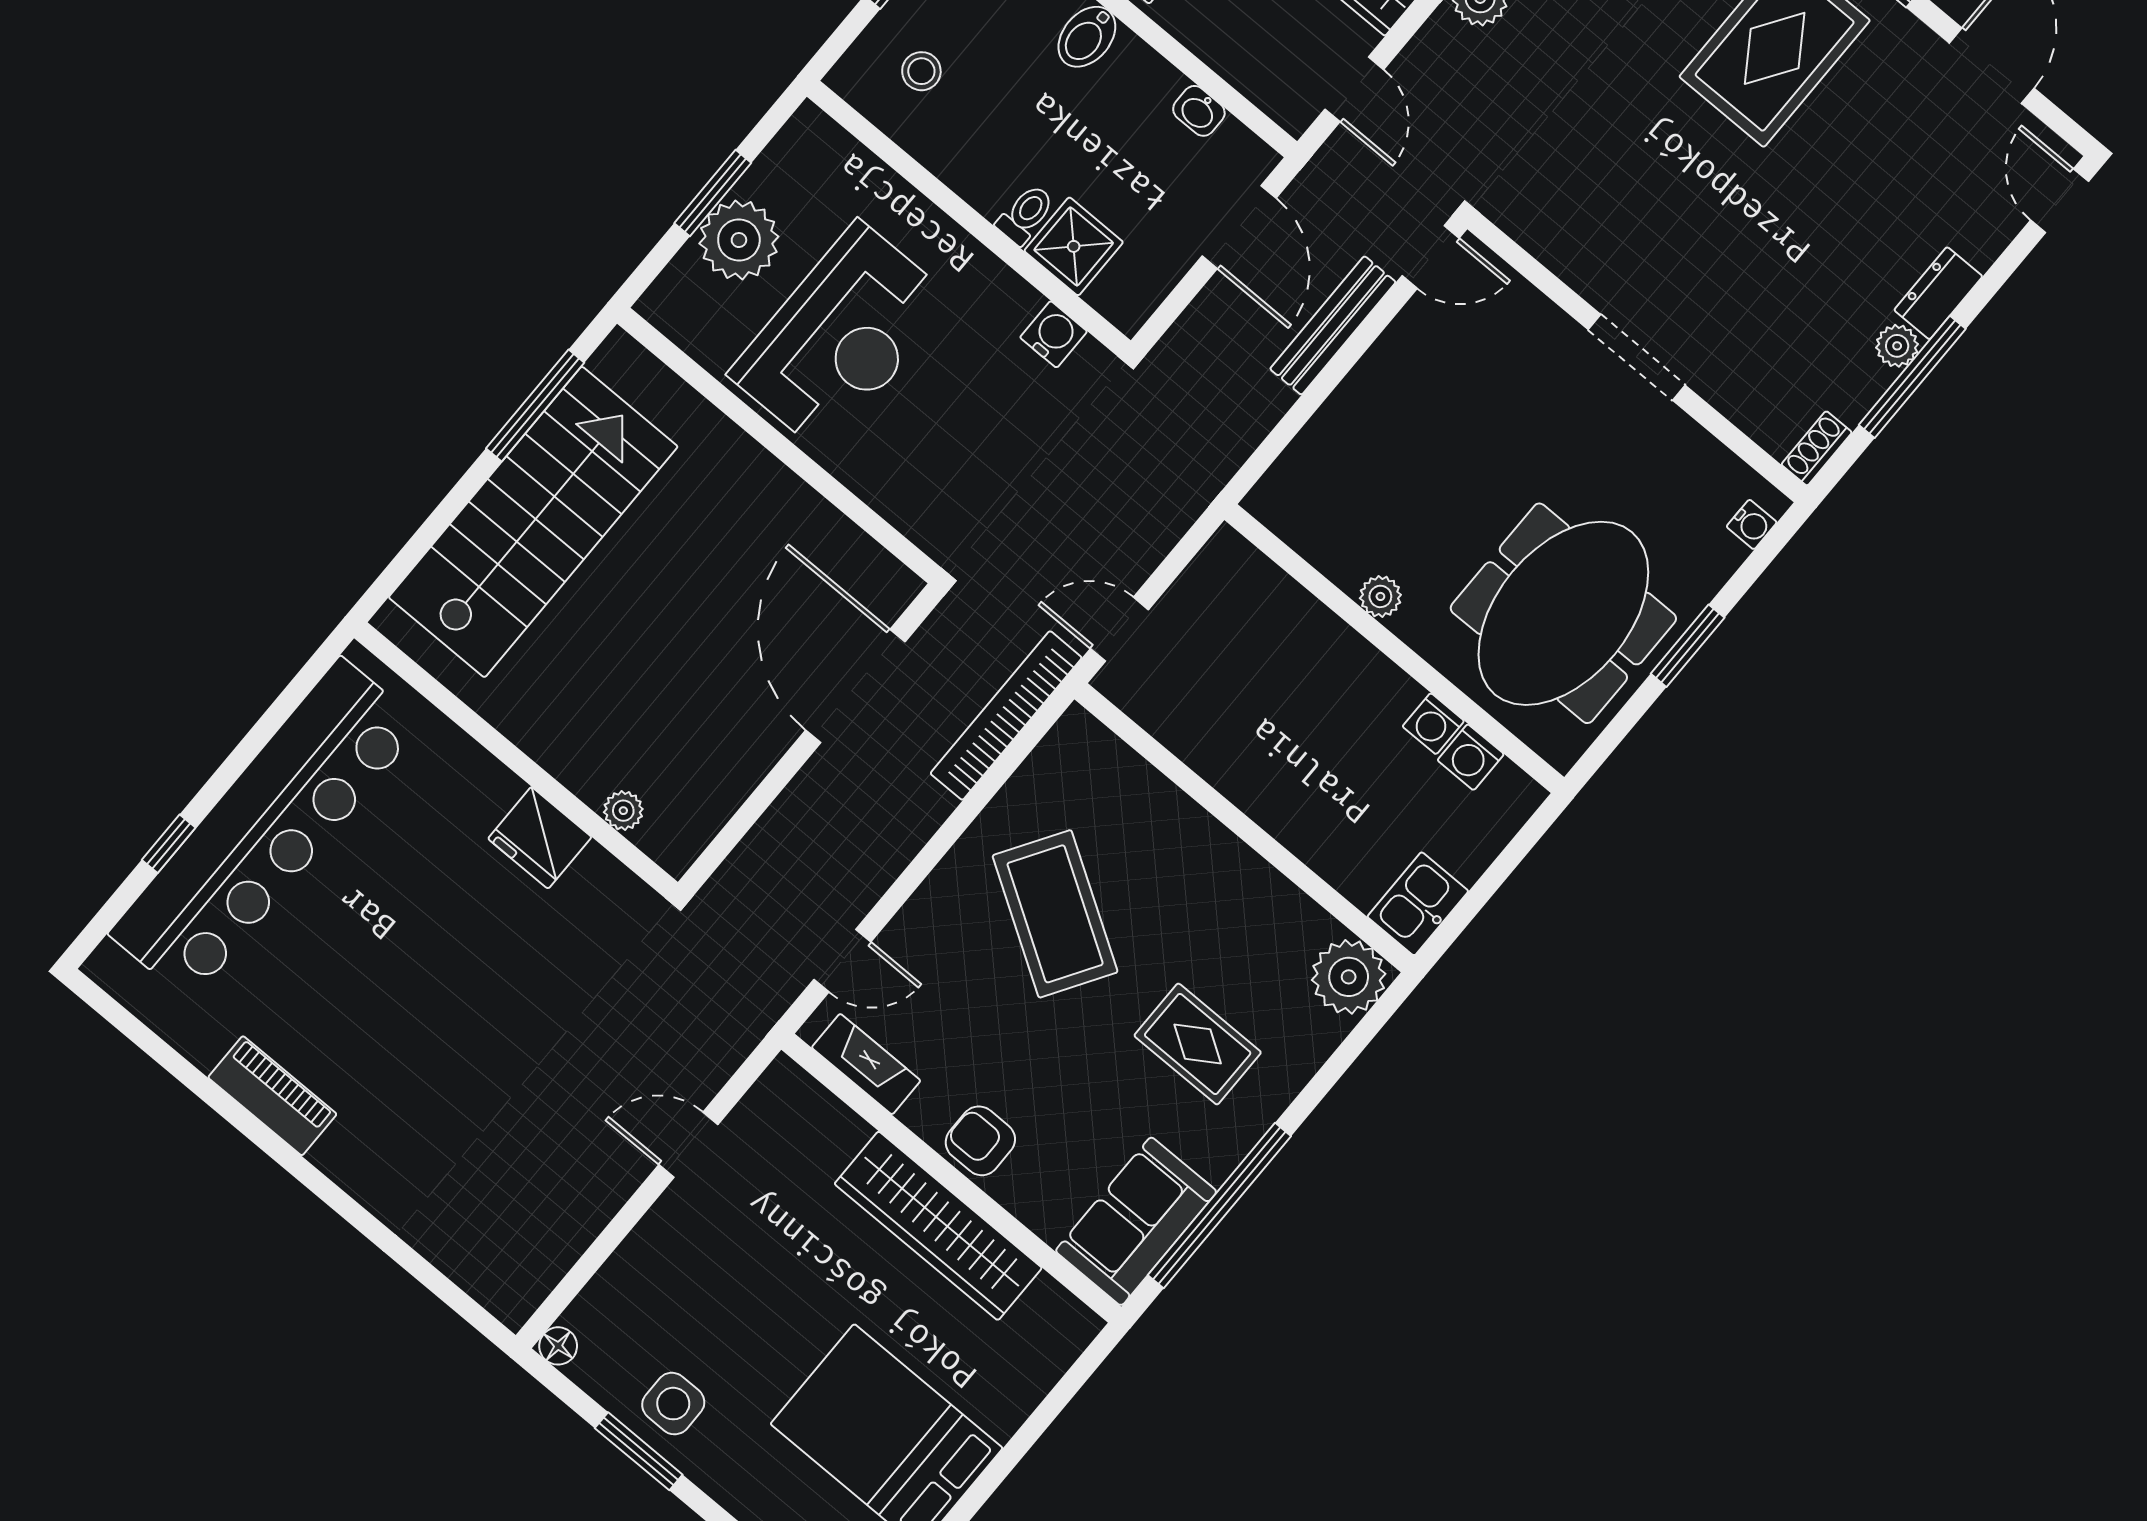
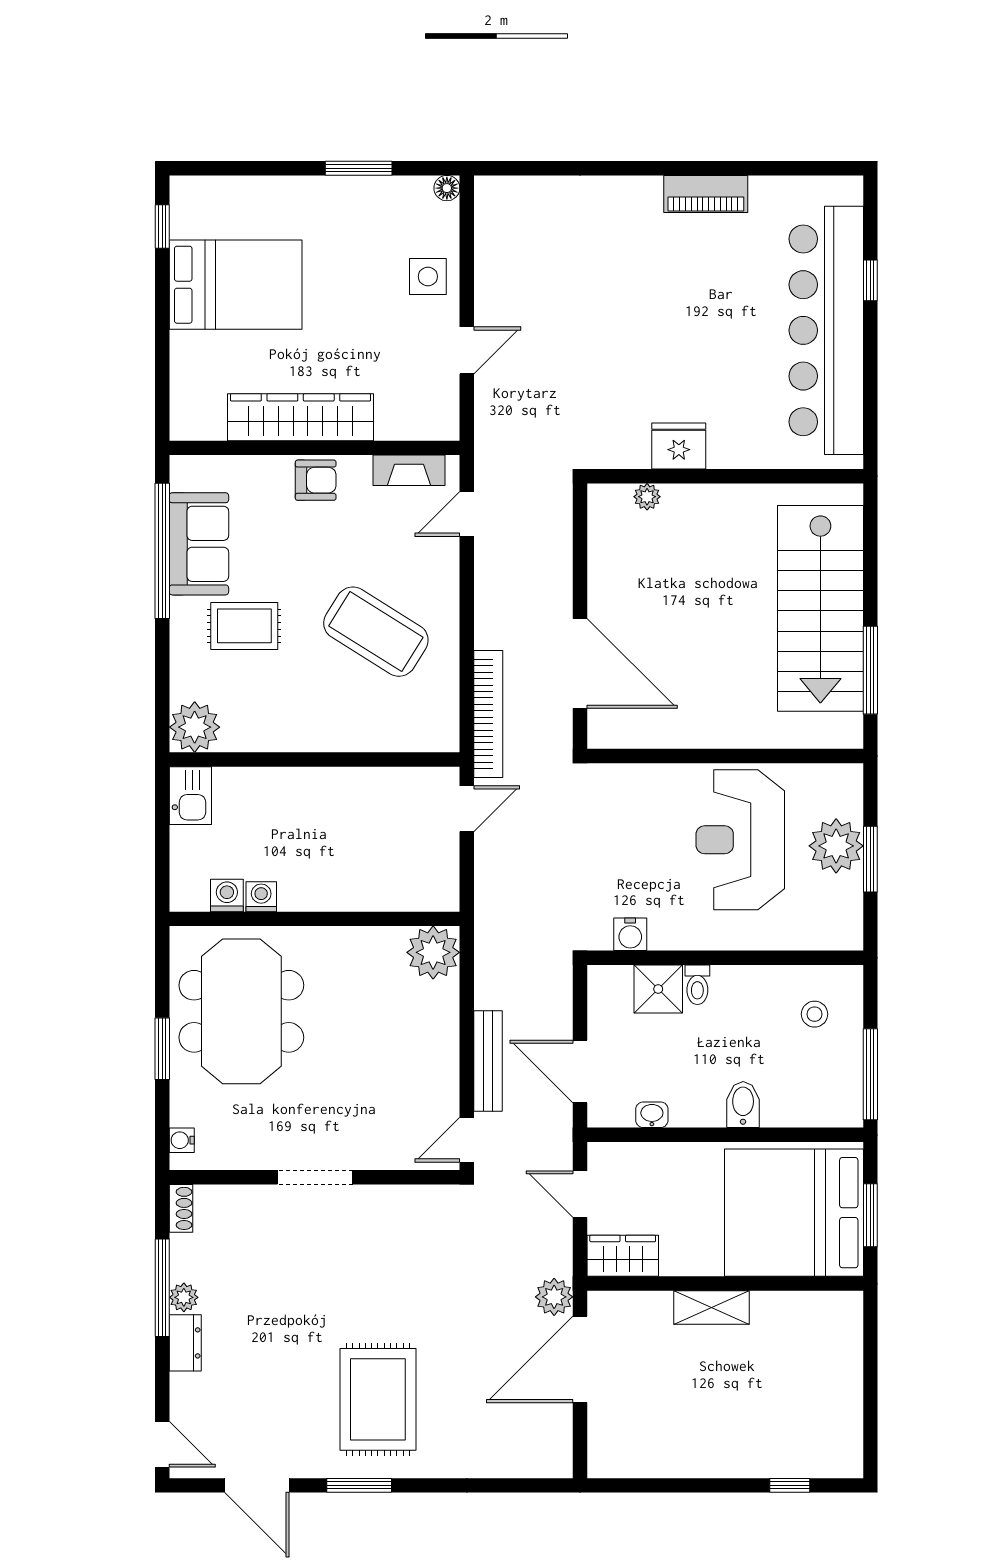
plant: (1380, 596) -> (433, 952), moved, width x1.88, depth x1.88
sofa: (1136, 1221) -> (199, 544), moved
side table: (673, 1404) -> (428, 276), moved

